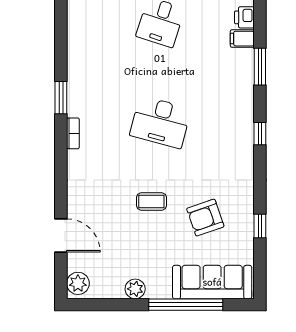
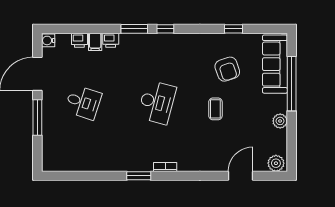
printer: (245, 60) -> (111, 40), added
window: (260, 67) -> (134, 29), moved

